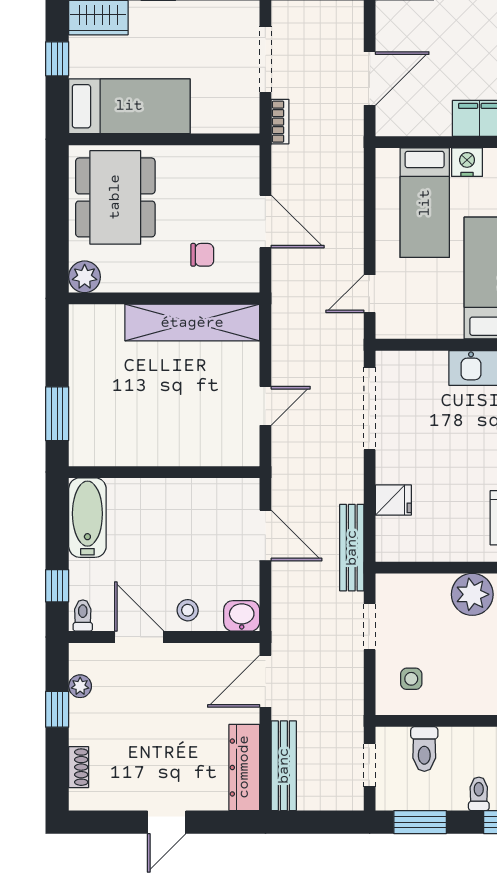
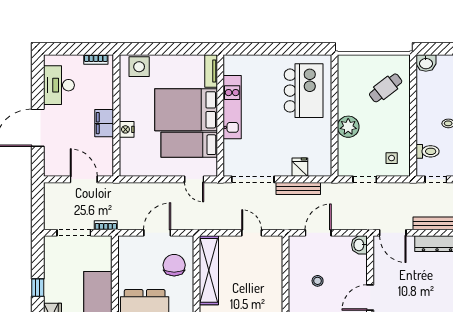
bed: (425, 203) -> (189, 145), moved, turned 180
chair: (202, 255) -> (174, 265), width x1.87, depth x1.87
bench: (352, 548) -> (298, 189), moved
stool: (188, 610) -> (318, 281), moved

